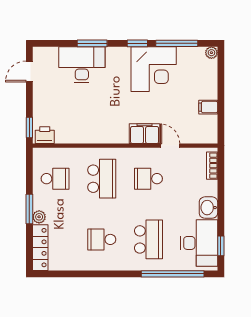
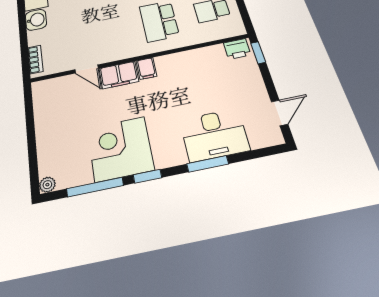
filing cabinet: (208, 107) -> (146, 68), moved, turned 90
school desk: (148, 179) -> (106, 32), removed

